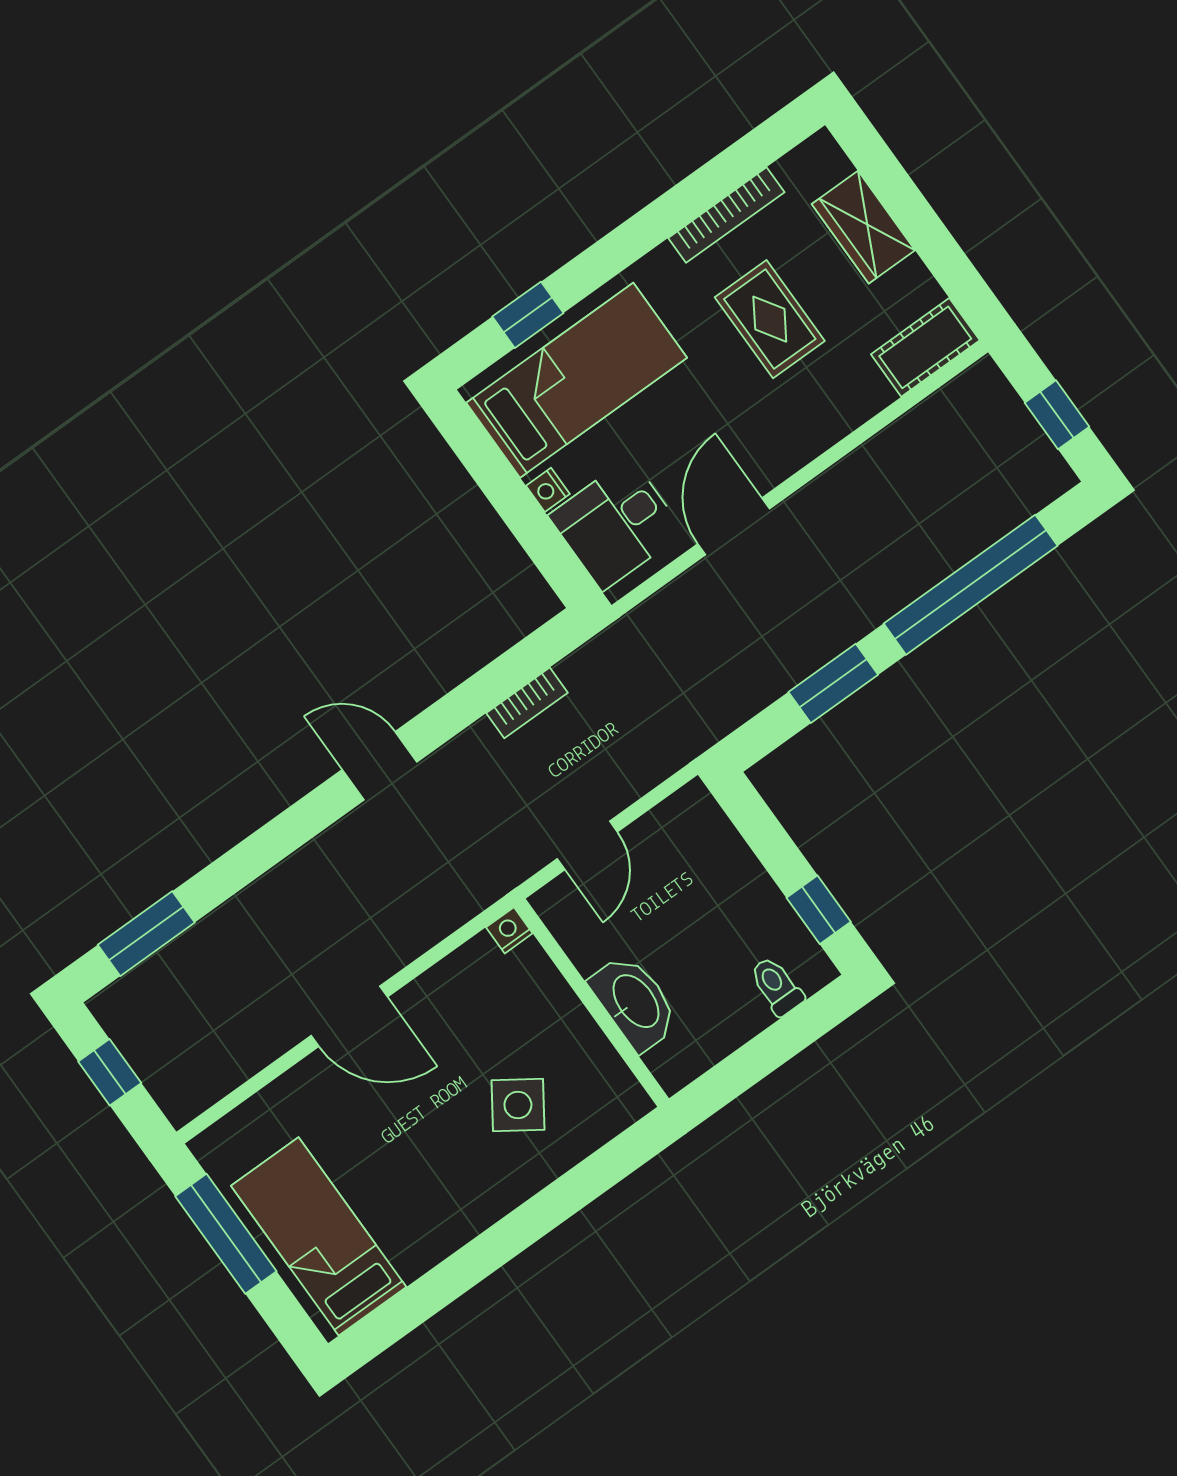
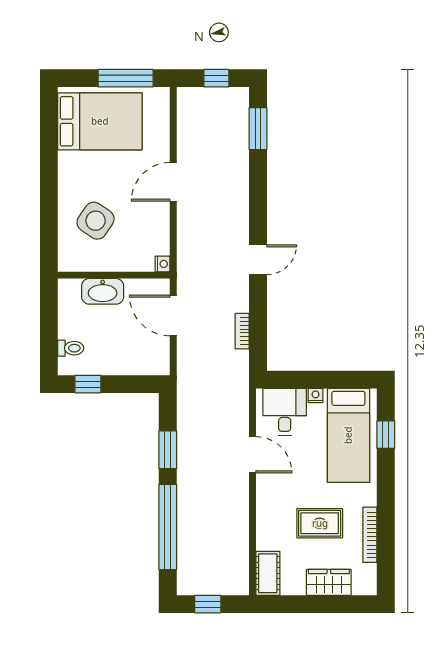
door: (587, 845) -> (173, 315), width x1.38
side table: (518, 1105) -> (96, 221), width x1.37, depth x1.37
bed: (319, 1236) -> (100, 121), width x1.50

